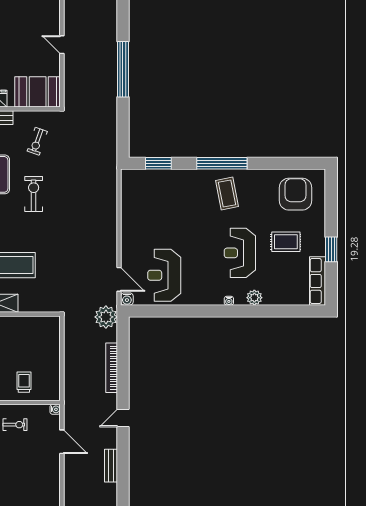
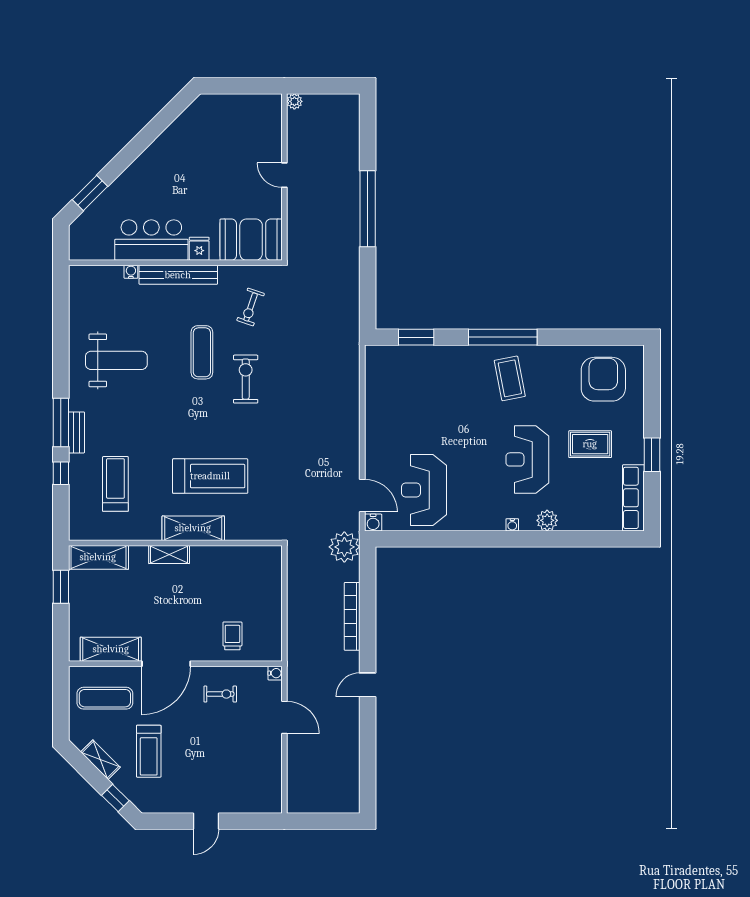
bench: (111, 466) -> (351, 750), removed

